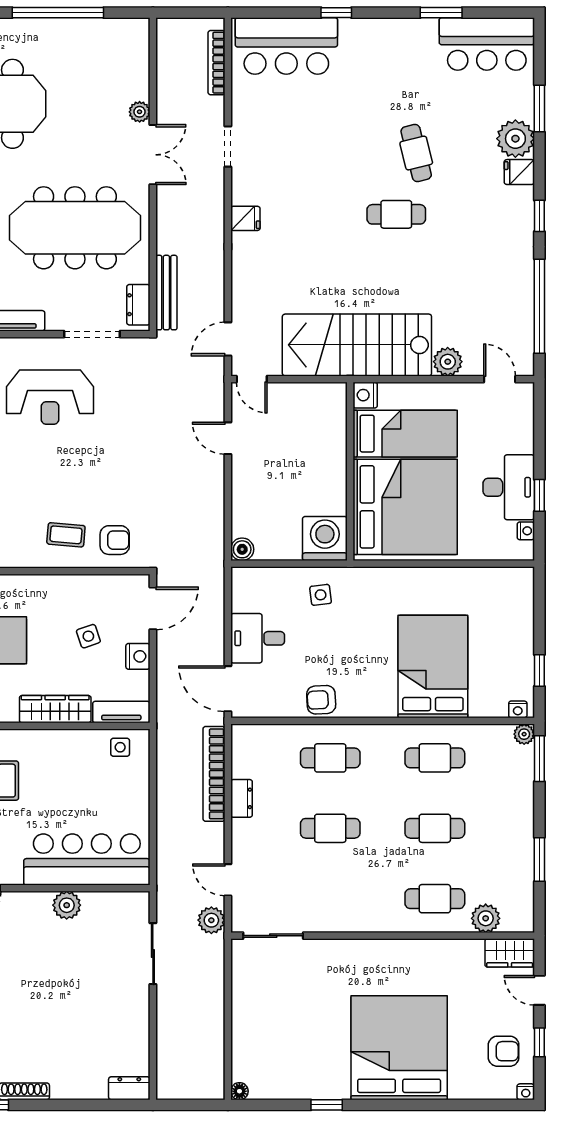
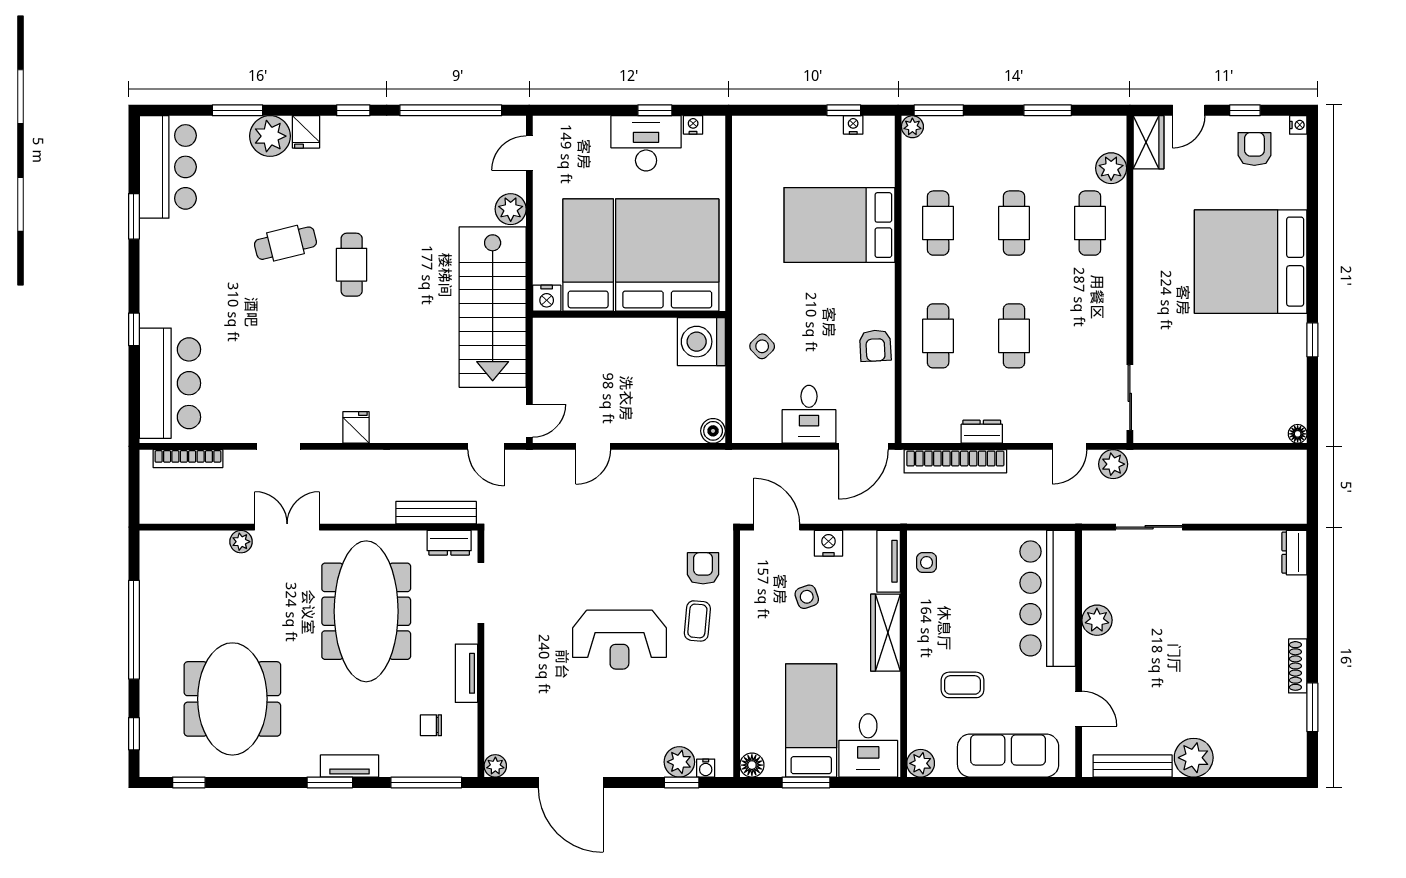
reception desk: (50, 397) -> (619, 640), moved, turned 90
side table: (321, 595) -> (762, 346), turned -37
nightstand: (518, 709) -> (853, 125), moved, turned -90

